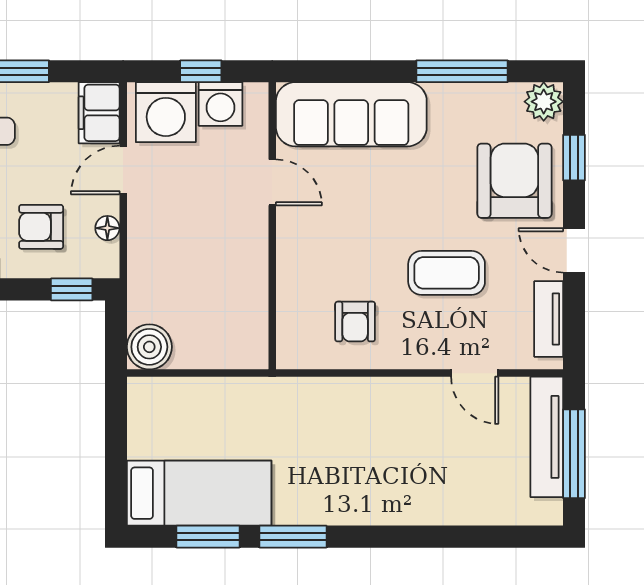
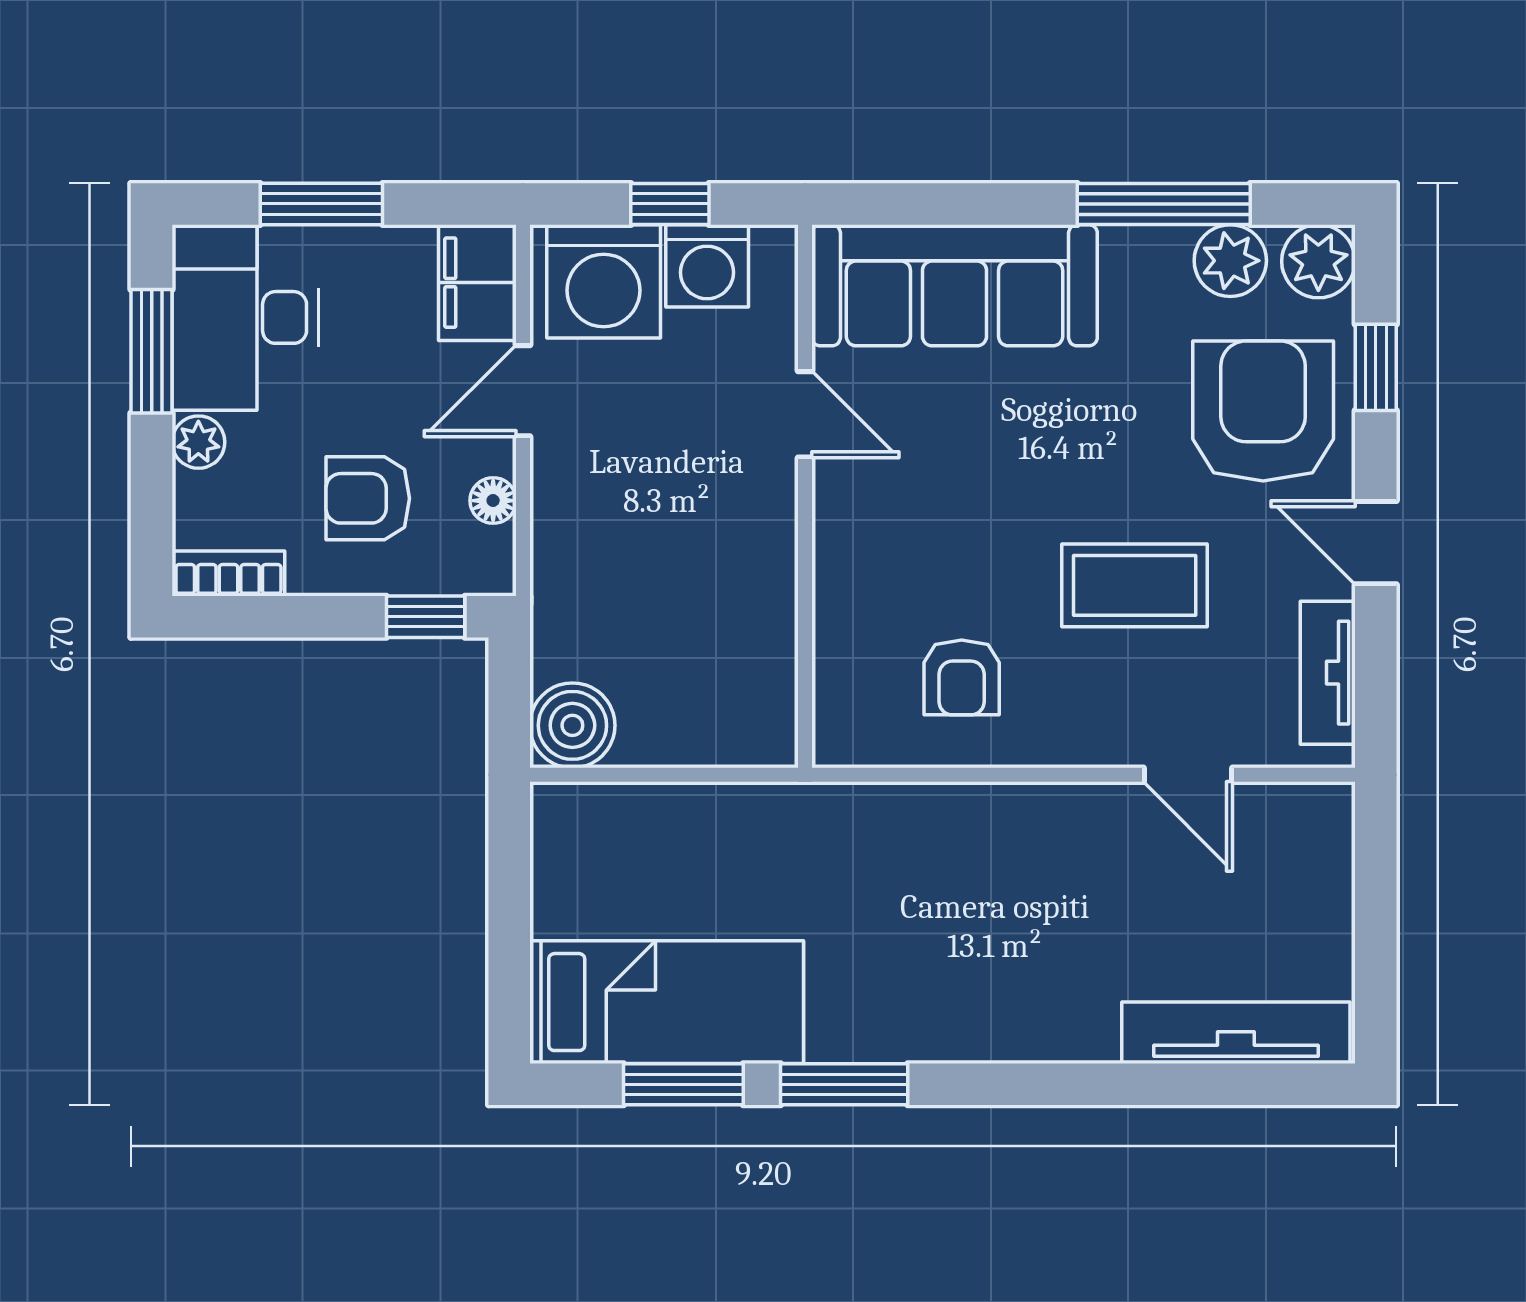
plant: (497, 101) -> (1230, 261), added
tv unit: (547, 437) -> (1236, 1033), moved, turned 90
window: (574, 454) -> (1376, 928), removed

